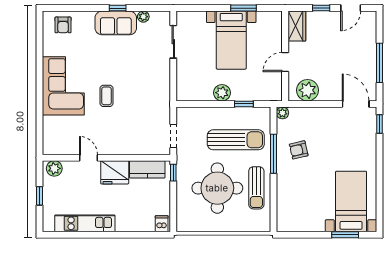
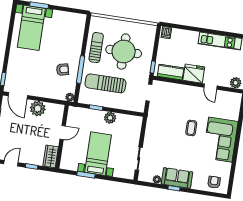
plant: (308, 90) -> (38, 108), moved

